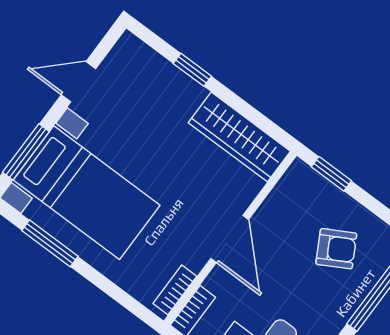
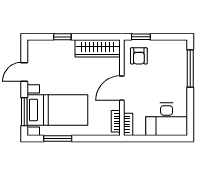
door: (230, 239) -> (122, 88), swing flipped
armchair: (336, 249) -> (139, 56), moved, turned 119

